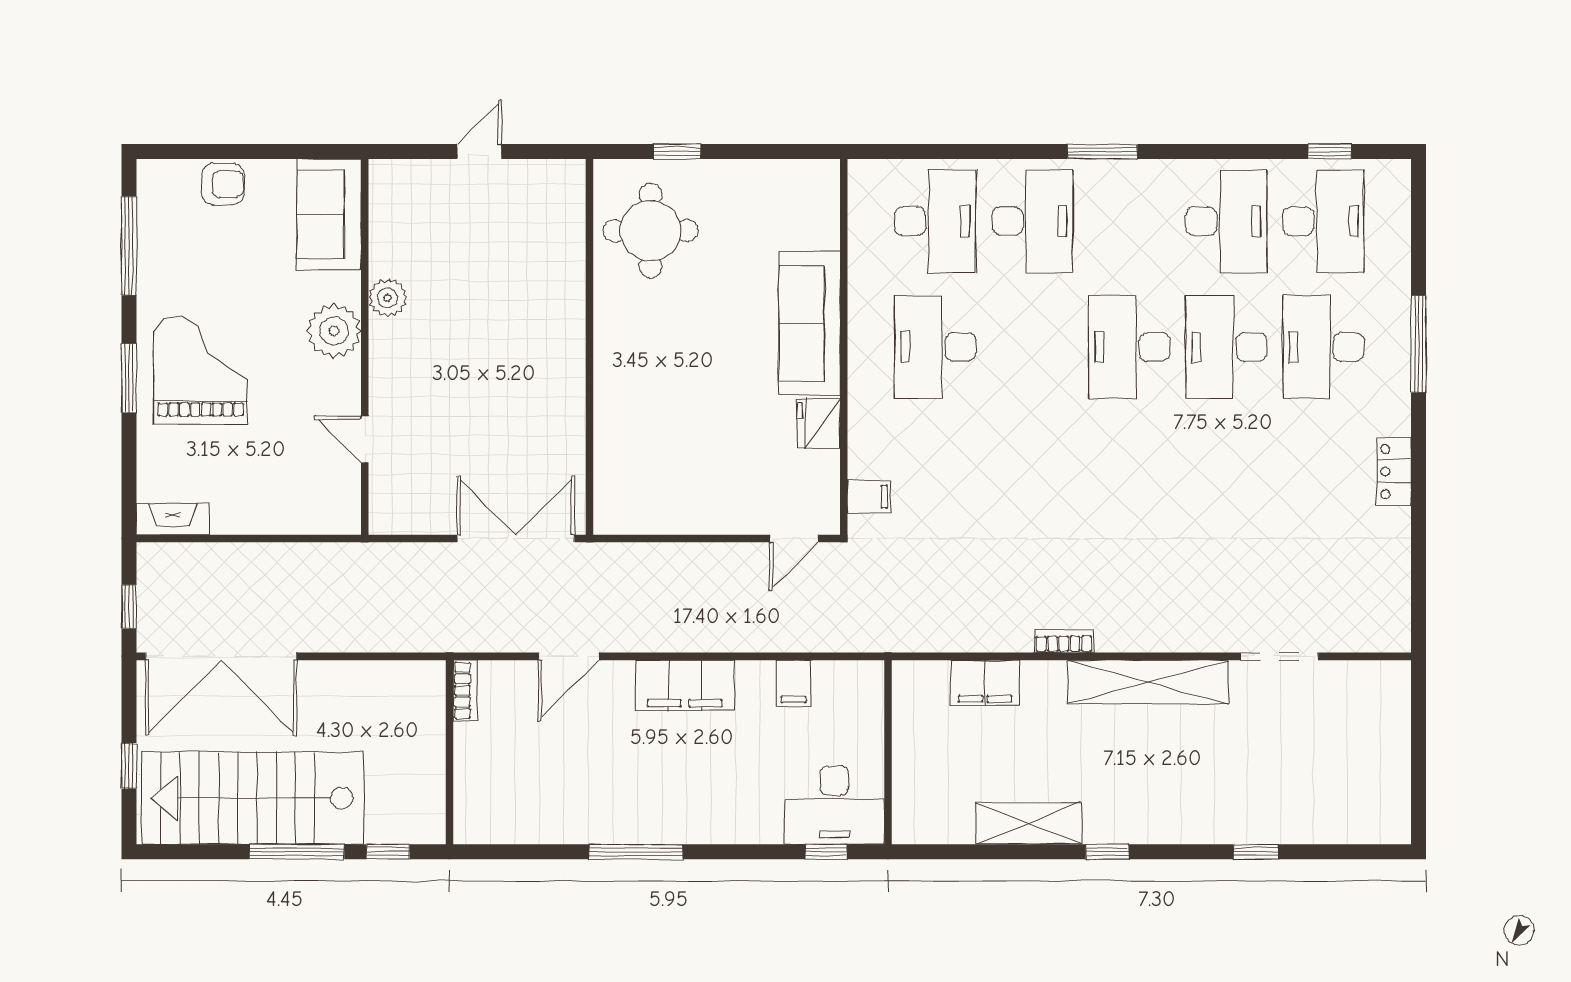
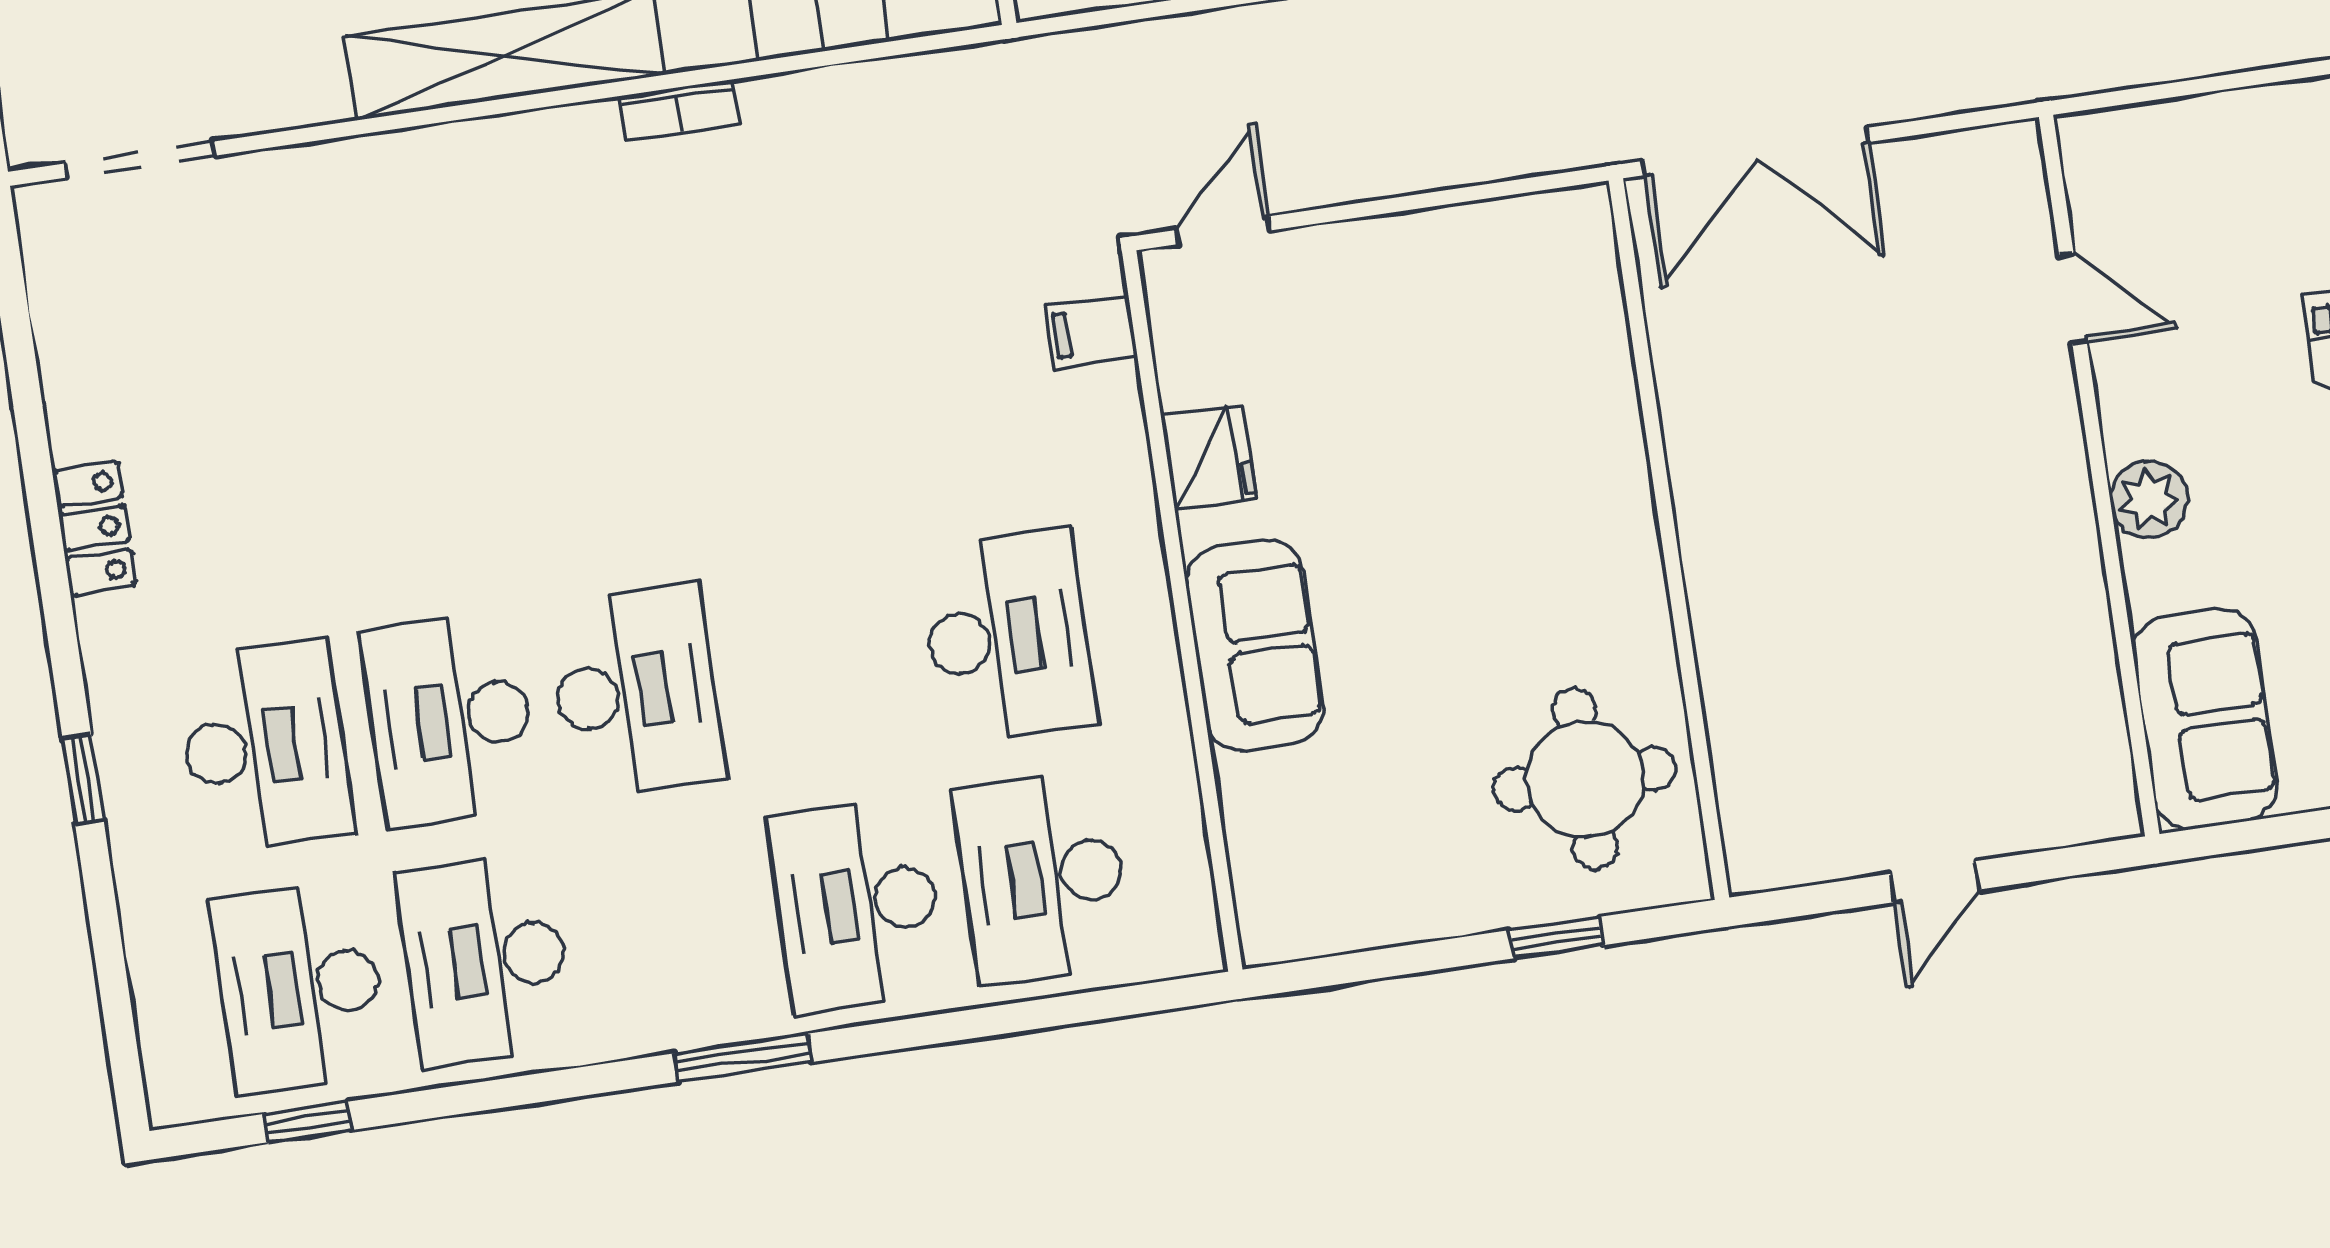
plant: (388, 298) -> (2069, 576), removed
sofa: (809, 324) -> (1255, 646), width x0.73
plant: (334, 331) -> (2149, 499), width x0.73, depth x0.73
window: (1419, 344) -> (83, 779), width x0.46
desk: (1226, 347) -> (450, 719), turned 180
doorway: (1279, 656) -> (140, 160), moved

